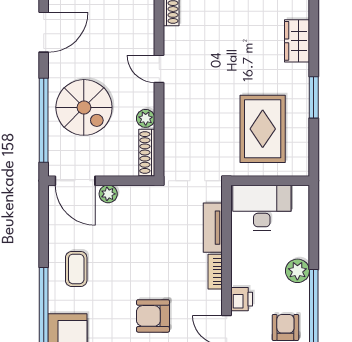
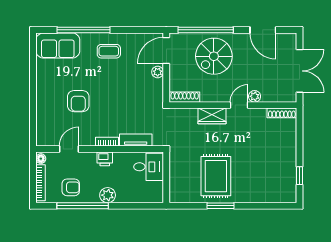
wardrobe: (297, 41) -> (212, 116), moved, turned 180
plant: (146, 118) -> (255, 96), moved
rug: (263, 129) -> (216, 176), moved, turned 90
desk: (262, 208) -> (149, 167), width x0.73
printer: (242, 299) -> (105, 159), moved
armchair: (153, 316) -> (78, 101), turned 180

